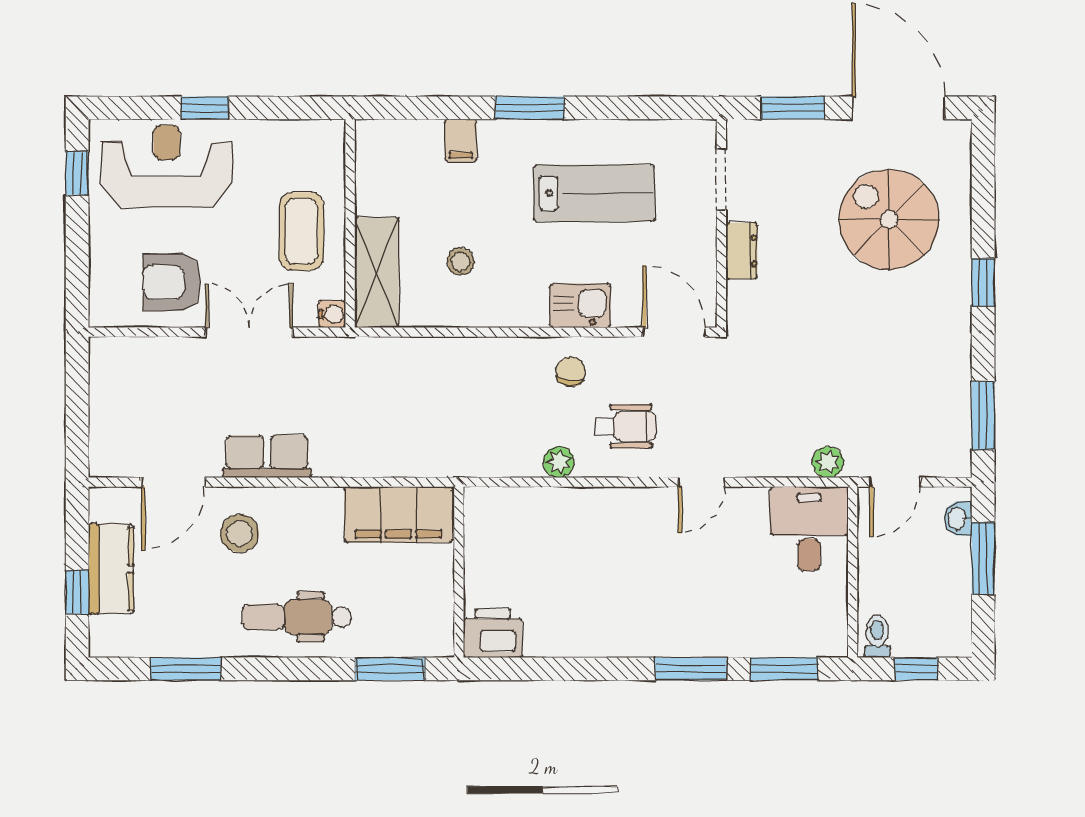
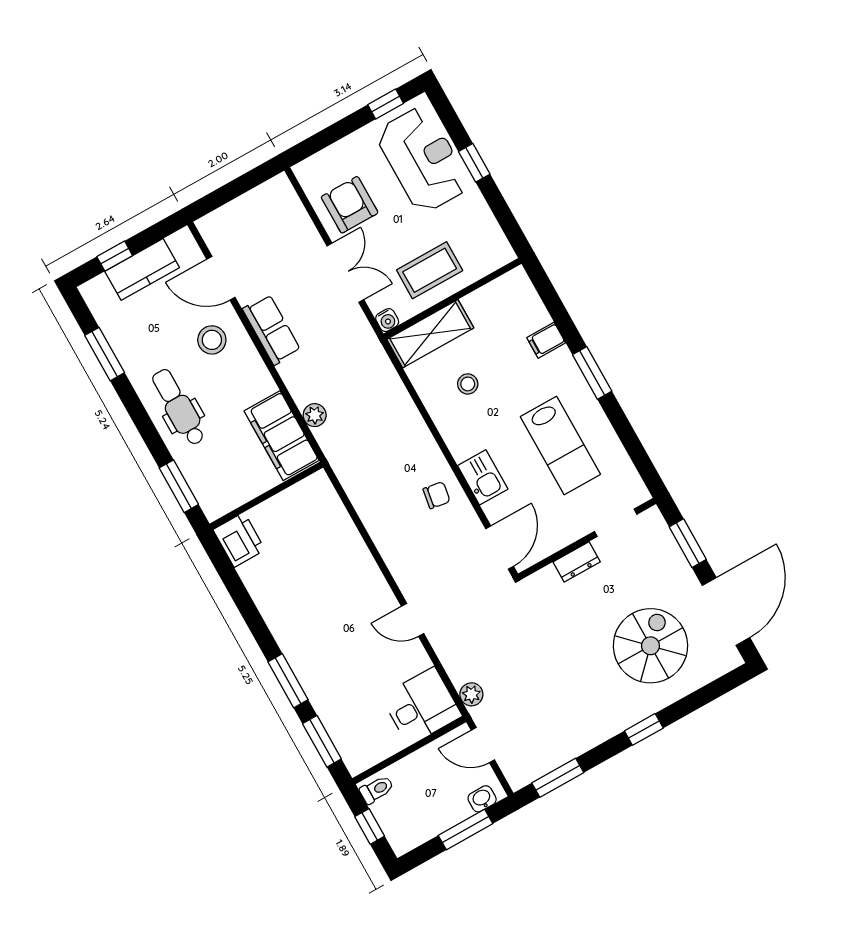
wheelchair: (626, 426) -> (421, 551), removed
plant: (559, 462) -> (315, 415), moved

